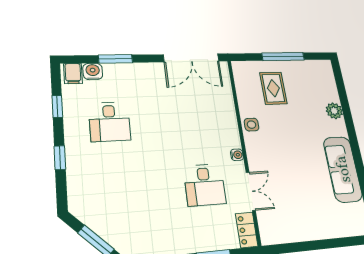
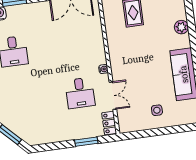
side table: (252, 125) -> (157, 110), moved

